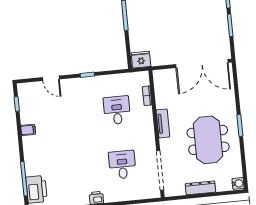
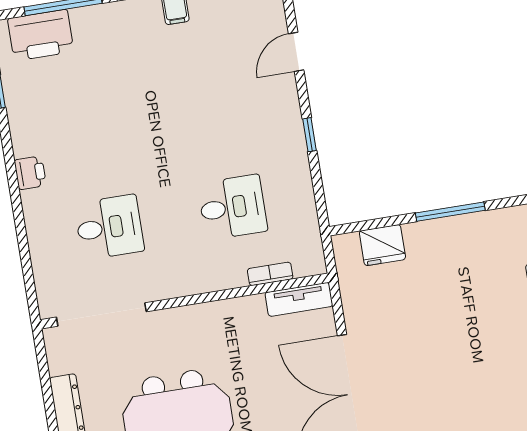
fridge: (141, 60) -> (382, 245), moved, turned 90
tv unit: (163, 123) -> (299, 299), moved

